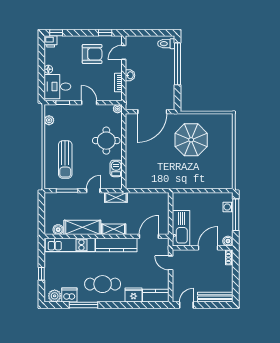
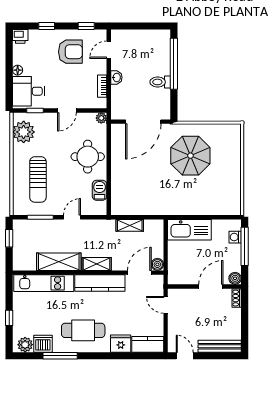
window: (56, 33) -> (47, 26), moved
toilet: (166, 44) -> (160, 82), moved
door: (89, 103) -> (67, 111), swing flipped
plant: (49, 120) -> (24, 132), width x1.87, depth x1.87
shelving: (116, 197) -> (130, 225), moved
window: (41, 208) -> (9, 238), added
kitchen sink: (181, 228) -> (189, 230), moved, turned 90
boiler: (58, 230) -> (157, 264), moved
door: (186, 305) -> (185, 356), hinge flipped

